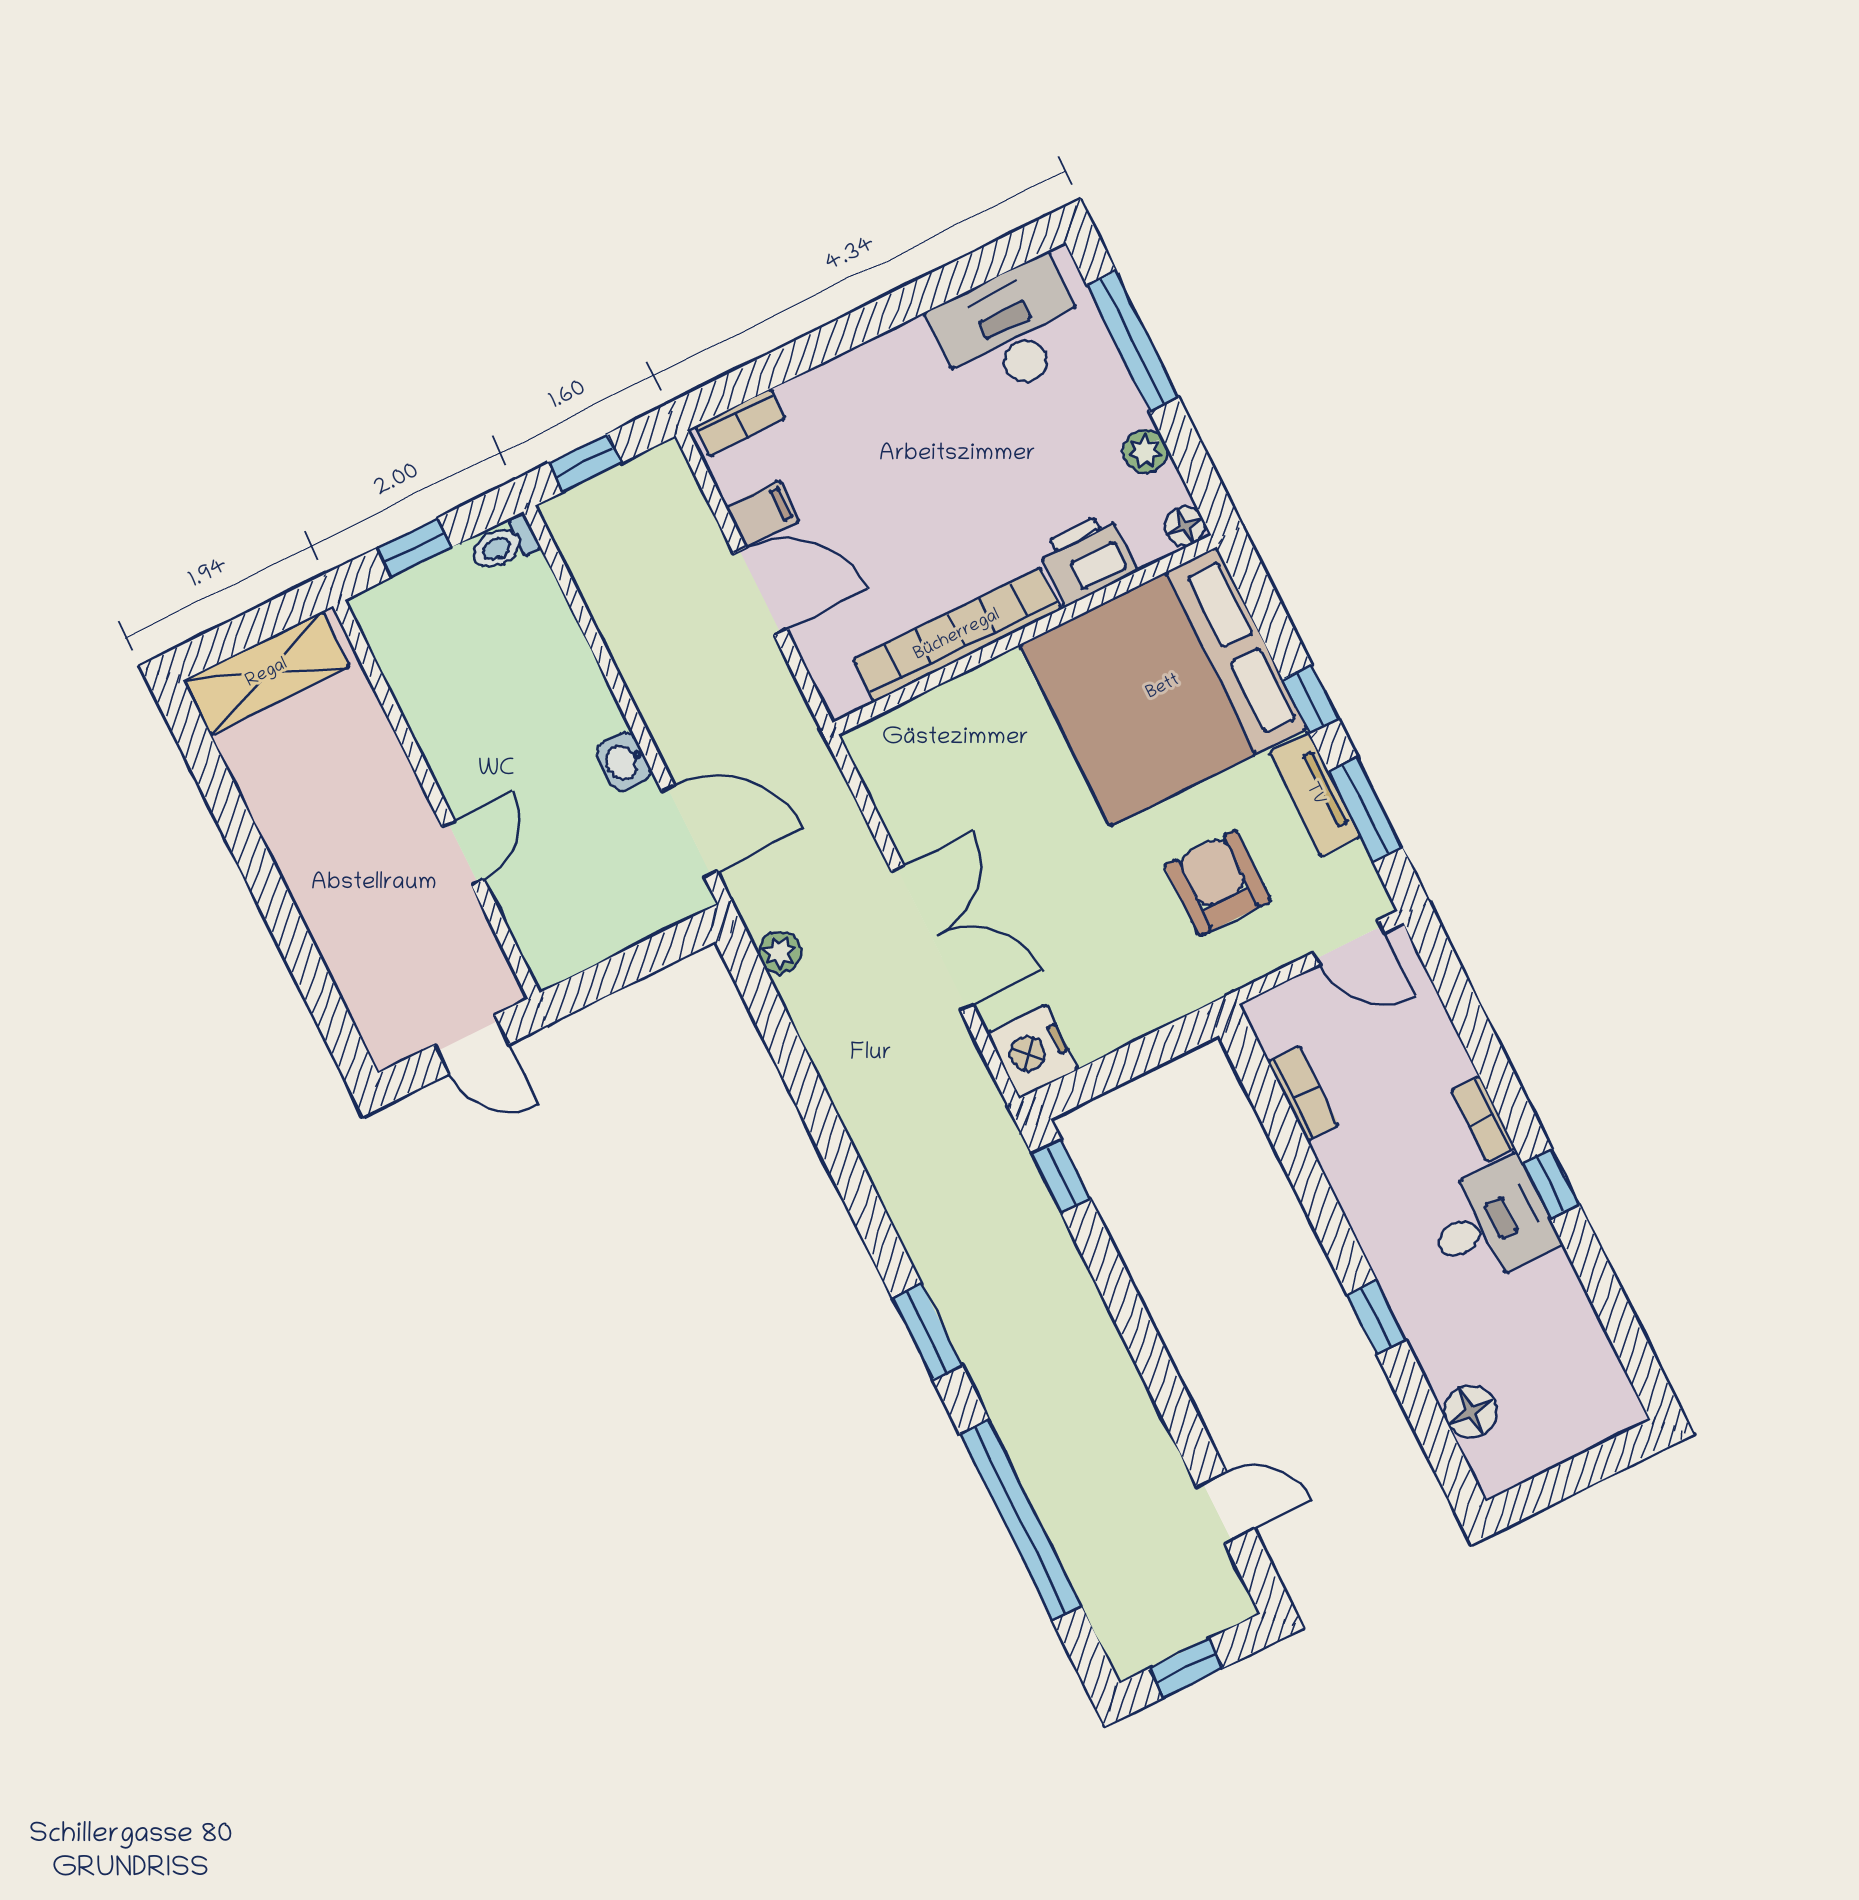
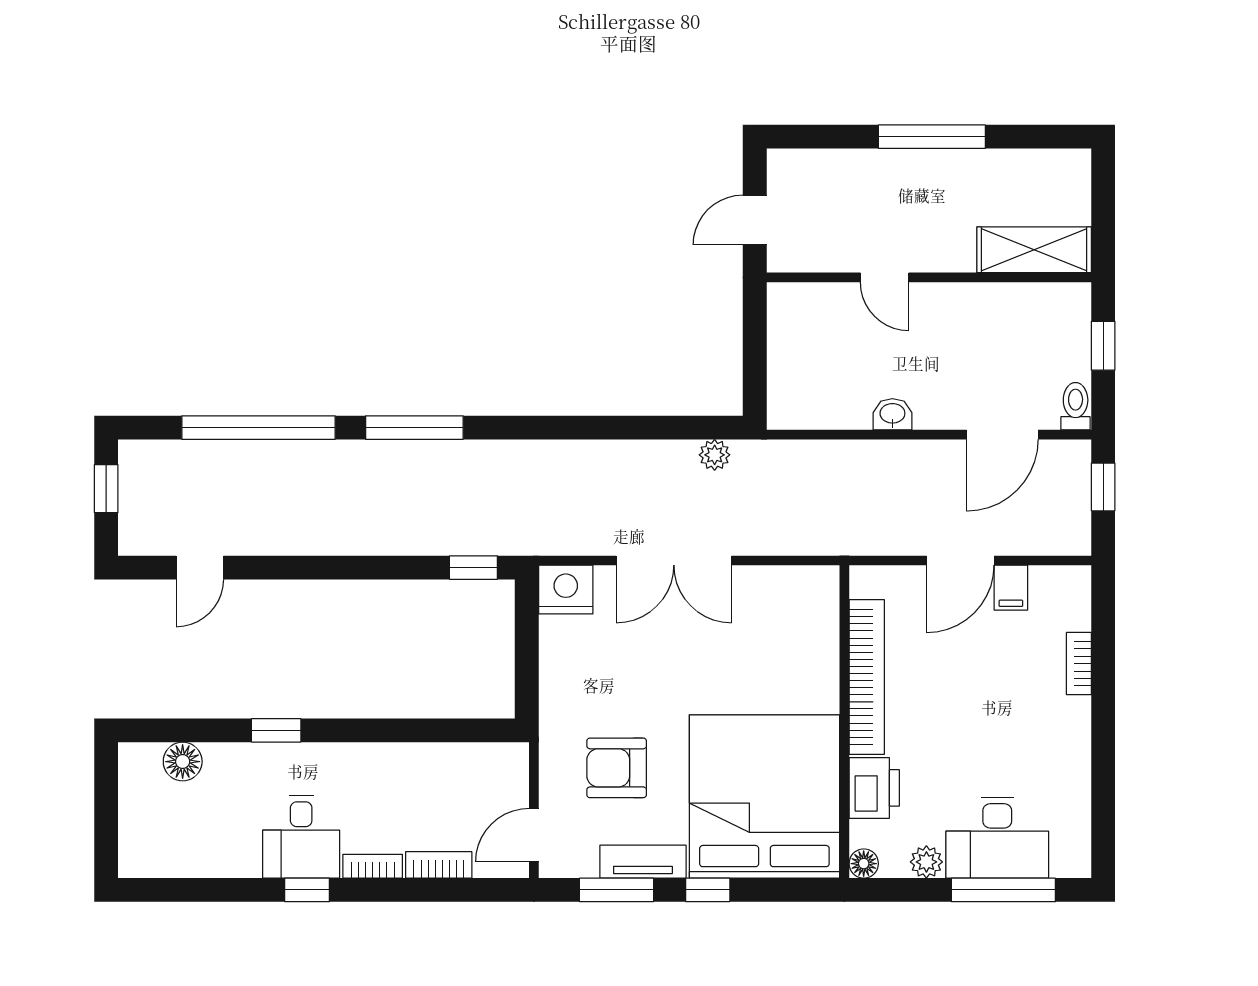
desk: (1010, 330) -> (997, 838), moved, turned 90
bookcase: (740, 422) -> (1079, 664), moved
shelving: (267, 673) -> (1034, 250), moved, turned 90
door: (689, 831) -> (1002, 435), moved
window: (264, 880) -> (932, 137), added
armchair: (1218, 883) -> (617, 768), turned 180
bookcase: (1303, 1093) -> (439, 865), moved, turned 180
window: (927, 1332) -> (414, 428), width x1.44

